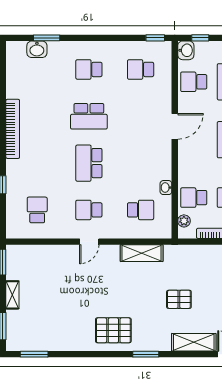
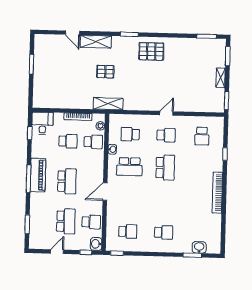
school desk: (89, 116) -> (129, 167), moved, turned 180
shelving: (142, 253) -> (108, 104), moved

